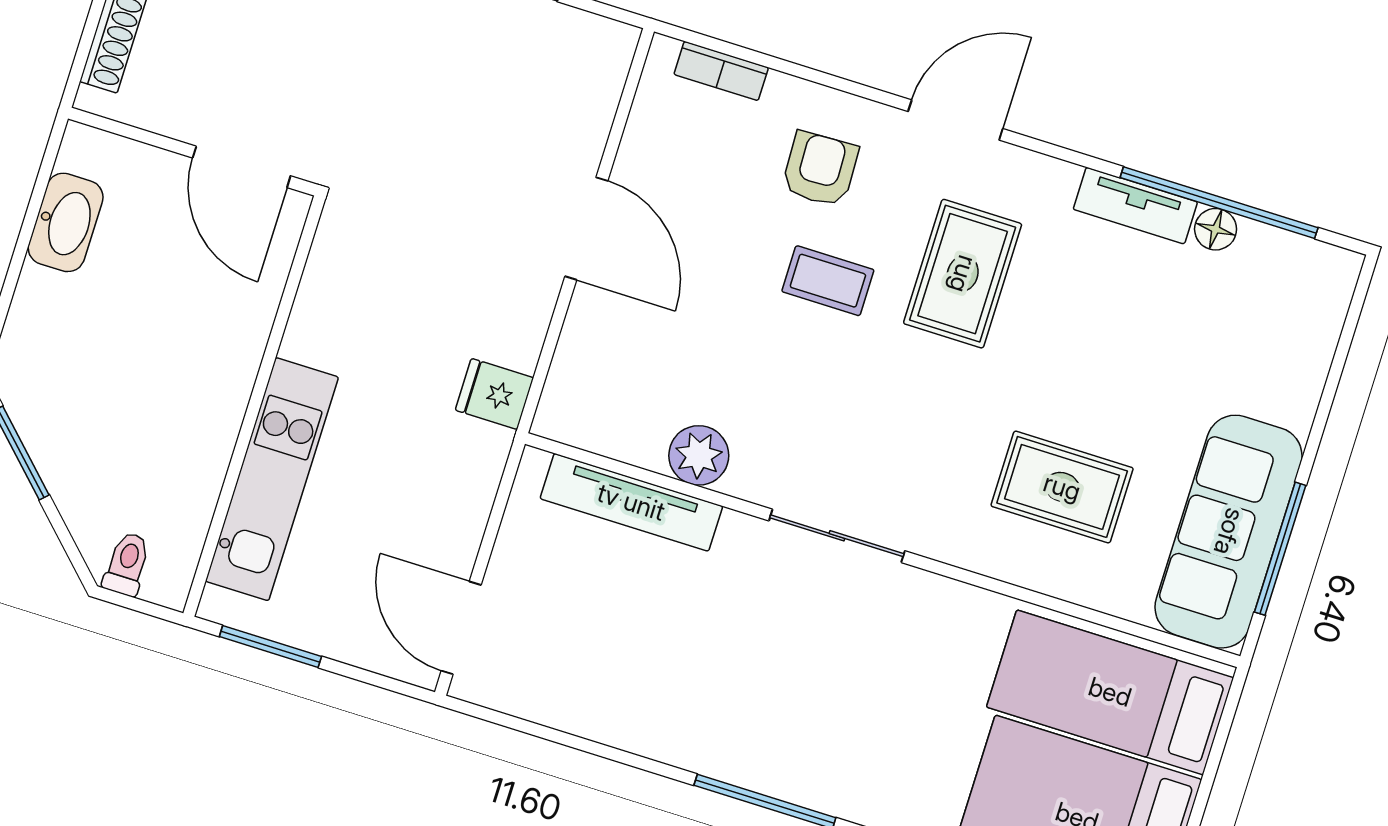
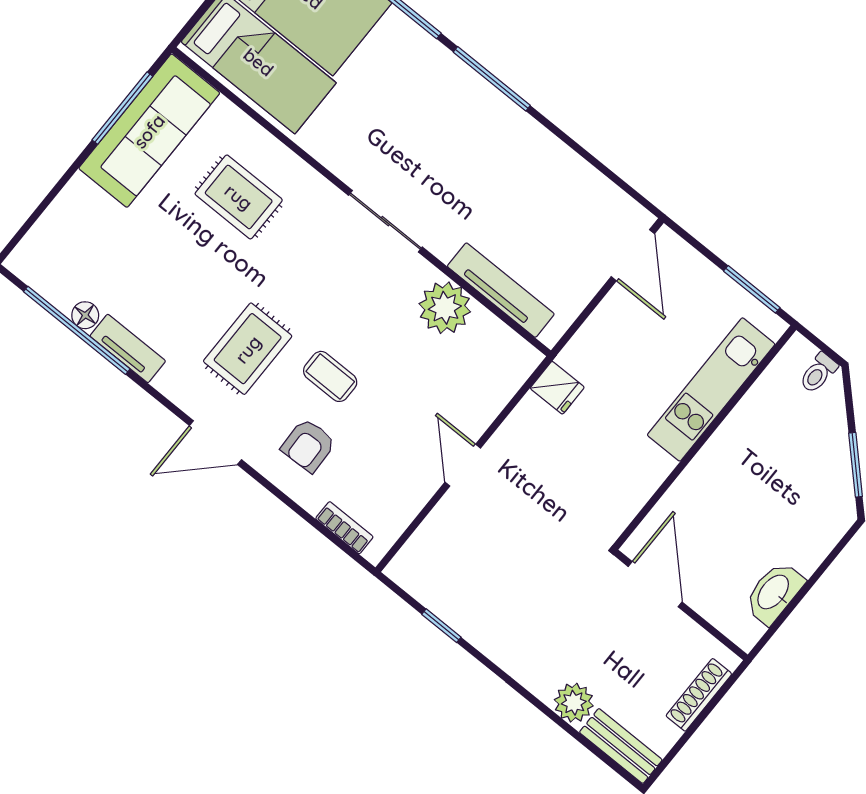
door: (586, 229) -> (463, 465), width x0.73
plant: (699, 455) -> (445, 308), width x1.36, depth x1.36

